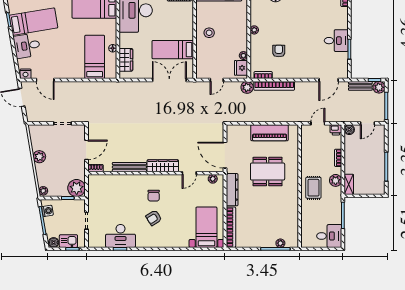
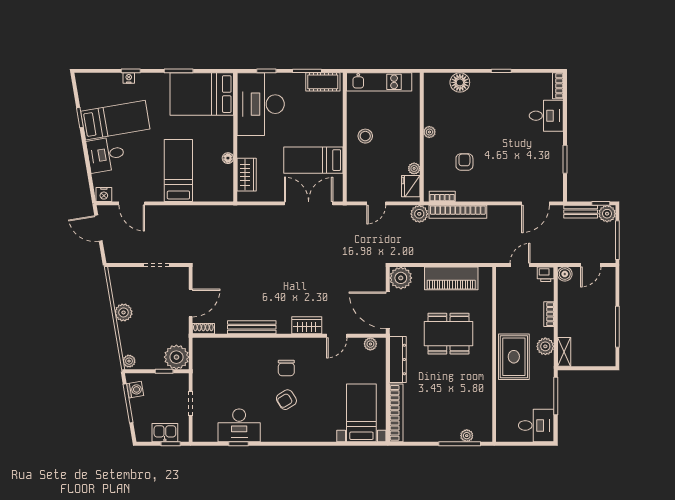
desk: (336, 41) -> (546, 116), moved
bed: (95, 57) -> (178, 170), moved
plant: (234, 132) -> (401, 278), added
wardrobe: (163, 166) -> (307, 325), width x0.67
rug: (313, 188) -> (514, 357), width x1.36, depth x1.43
boiler: (54, 242) -> (144, 435), removed

